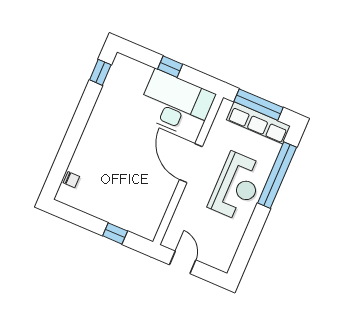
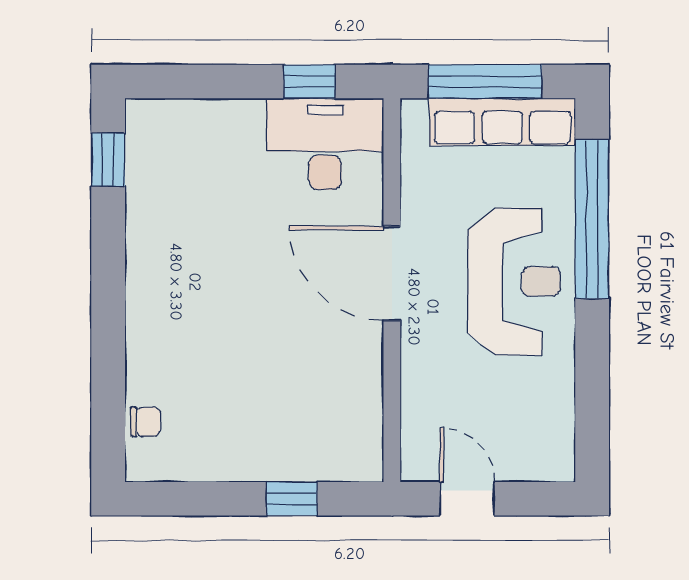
window: (170, 67) -> (309, 82), moved
desk: (176, 104) -> (325, 144), width x0.73, depth x0.77

